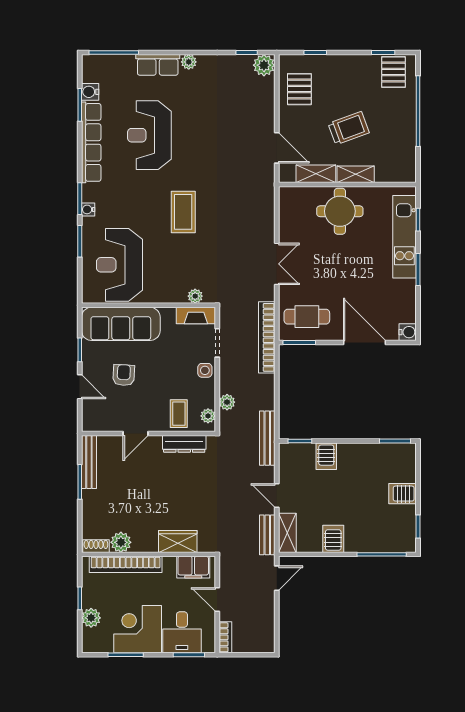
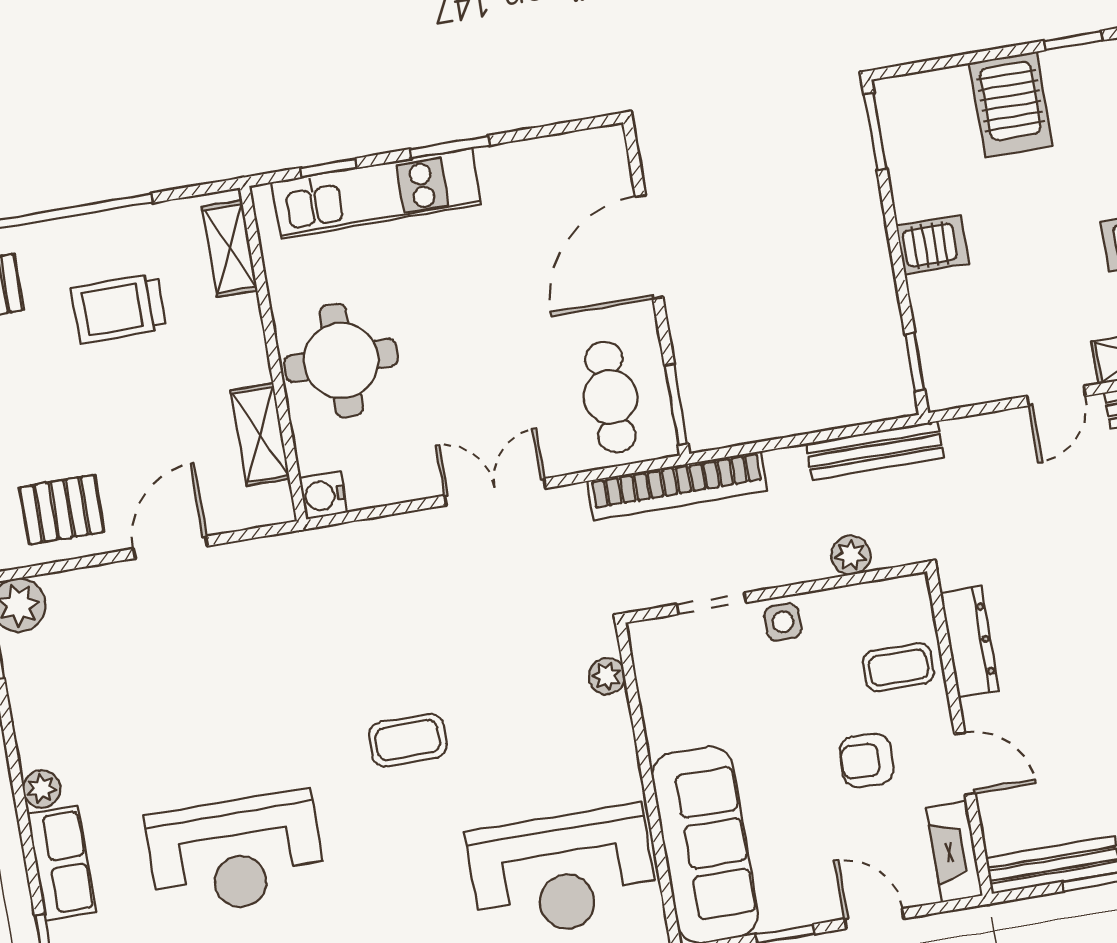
trolley: (349, 128) -> (118, 308), moved, turned -70
door: (277, 148) -> (170, 547), moved
shelving: (356, 174) -> (230, 249), moved
coffee table: (183, 212) -> (408, 740), width x0.73, depth x0.77
fireplace: (196, 315) -> (954, 852), moved, turned 180
water cooler: (408, 332) -> (323, 495), moved, turned -90
armchair: (124, 375) -> (867, 760), moved
door: (80, 387) -> (874, 919), hinge flipped
plant: (208, 416) -> (892, 595), removed
bench: (267, 438) -> (875, 451), moved
server rack: (326, 456) -> (933, 245), moved
server rack: (403, 494) -> (1011, 105), width x1.36, depth x1.44

